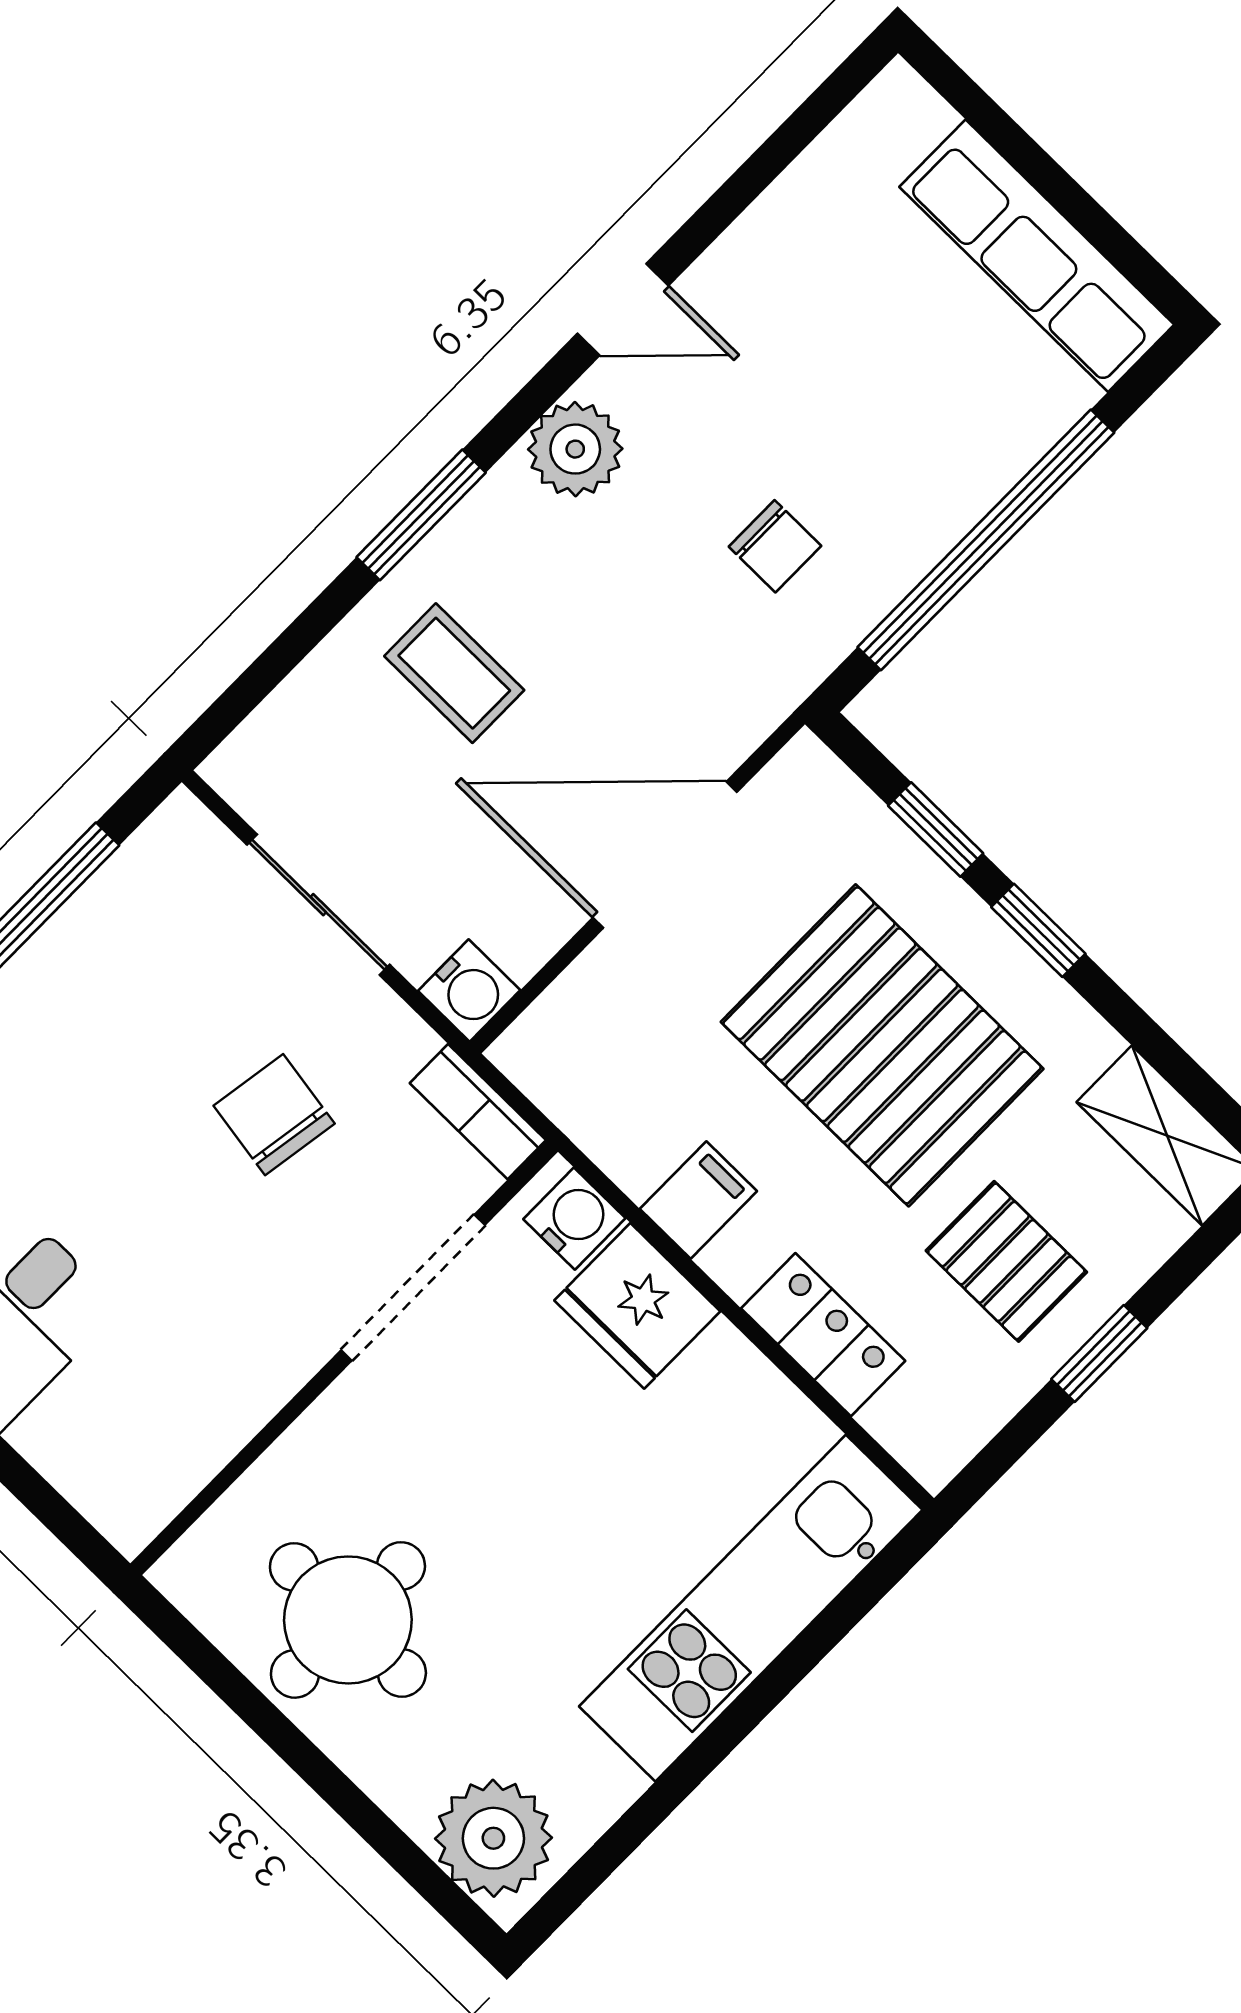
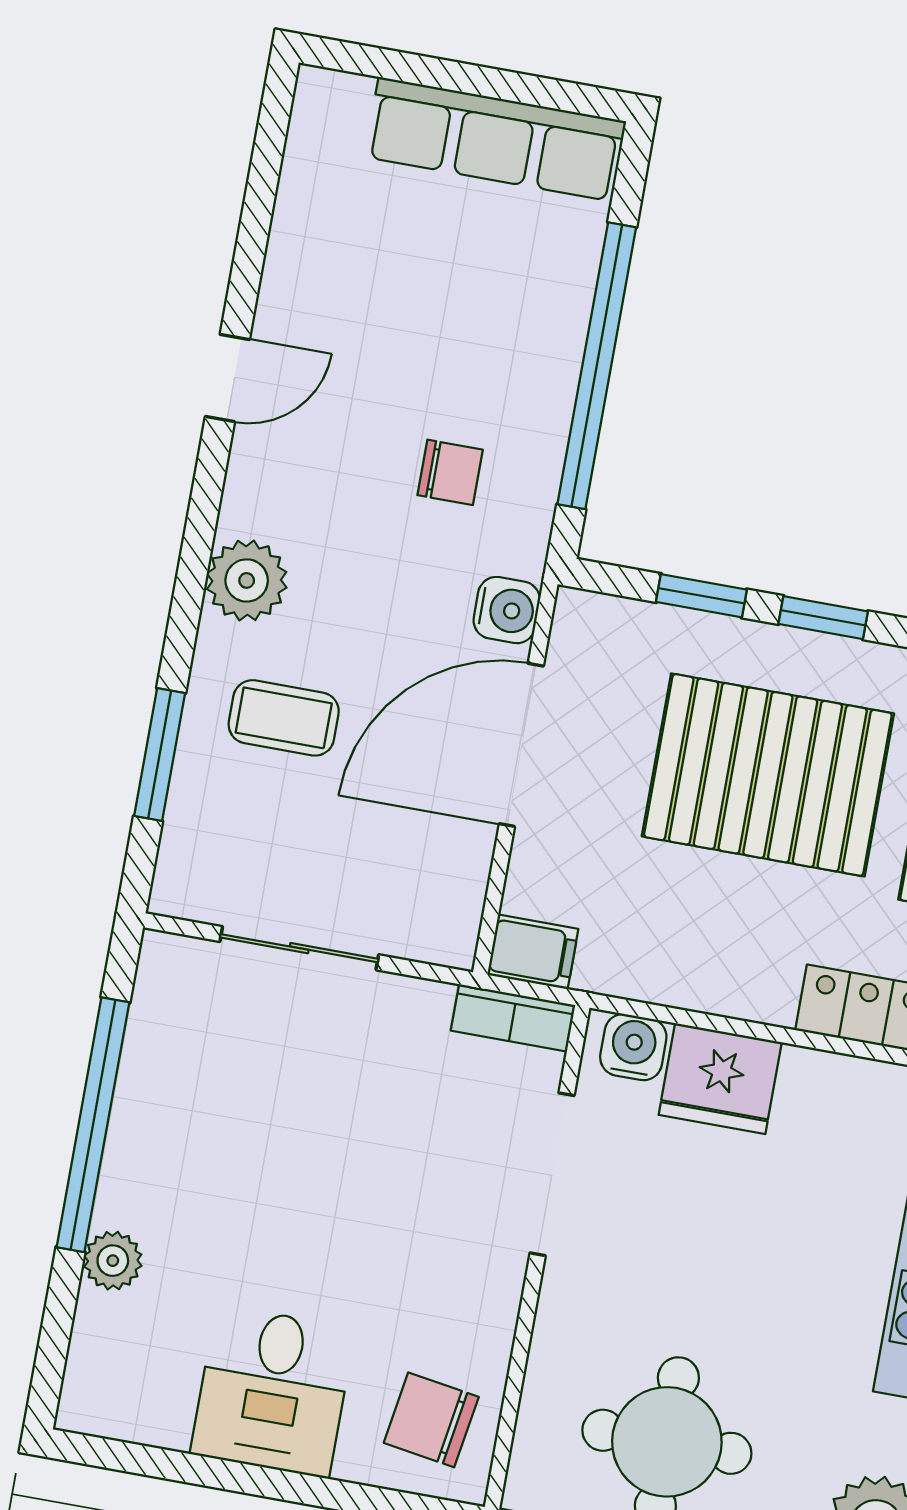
plant: (575, 449) -> (247, 580), moved
window: (421, 515) -> (160, 755), moved
water cooler: (469, 991) -> (507, 610), moved
chair: (274, 1115) -> (431, 1420), moved
filing cabinet: (698, 1200) -> (533, 952), moved, turned 90

